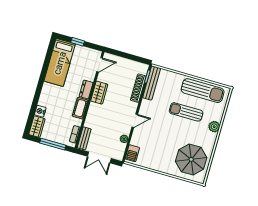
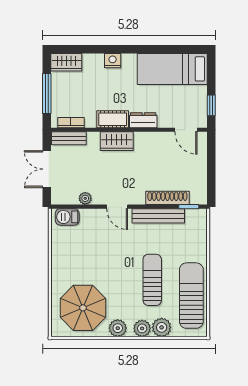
window: (78, 42) -> (211, 105), moved
bench: (152, 83) -> (158, 216), moved
sun lounger: (203, 91) -> (191, 296), turned 180
wardrobe: (99, 93) -> (117, 141), moved
nightstand: (40, 111) -> (113, 61), moved
plant: (217, 114) -> (162, 327), added
plant: (210, 142) -> (118, 328), added

